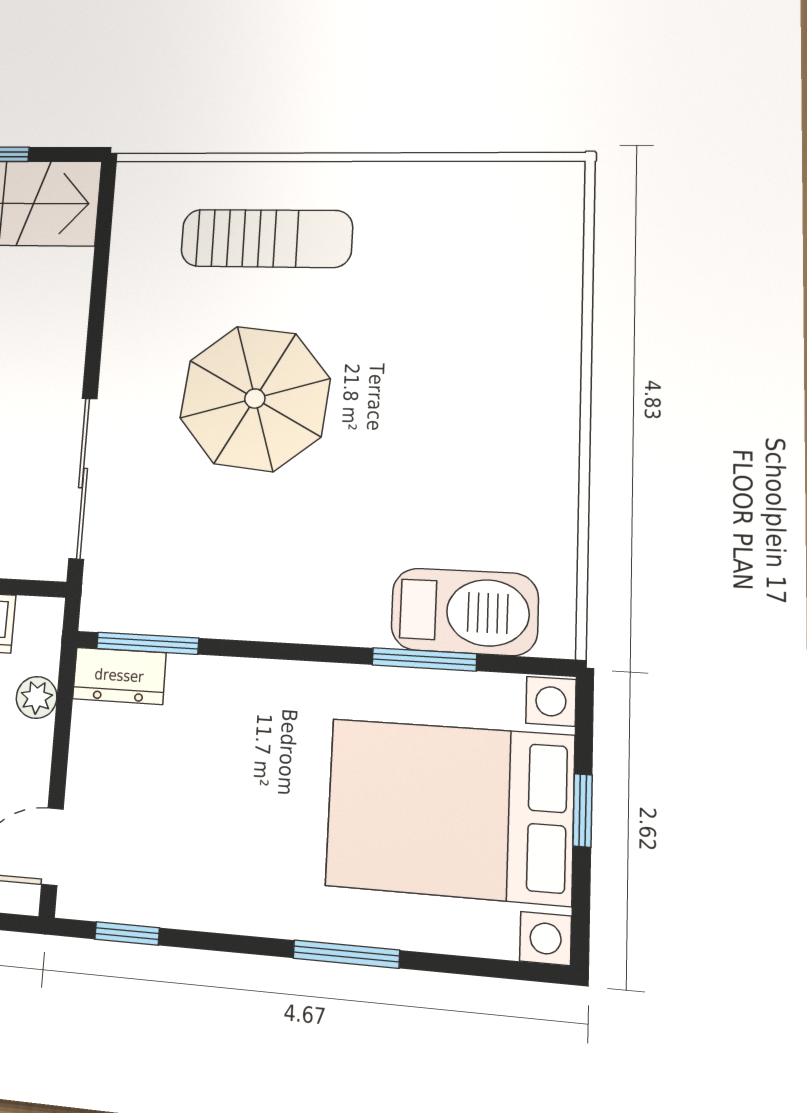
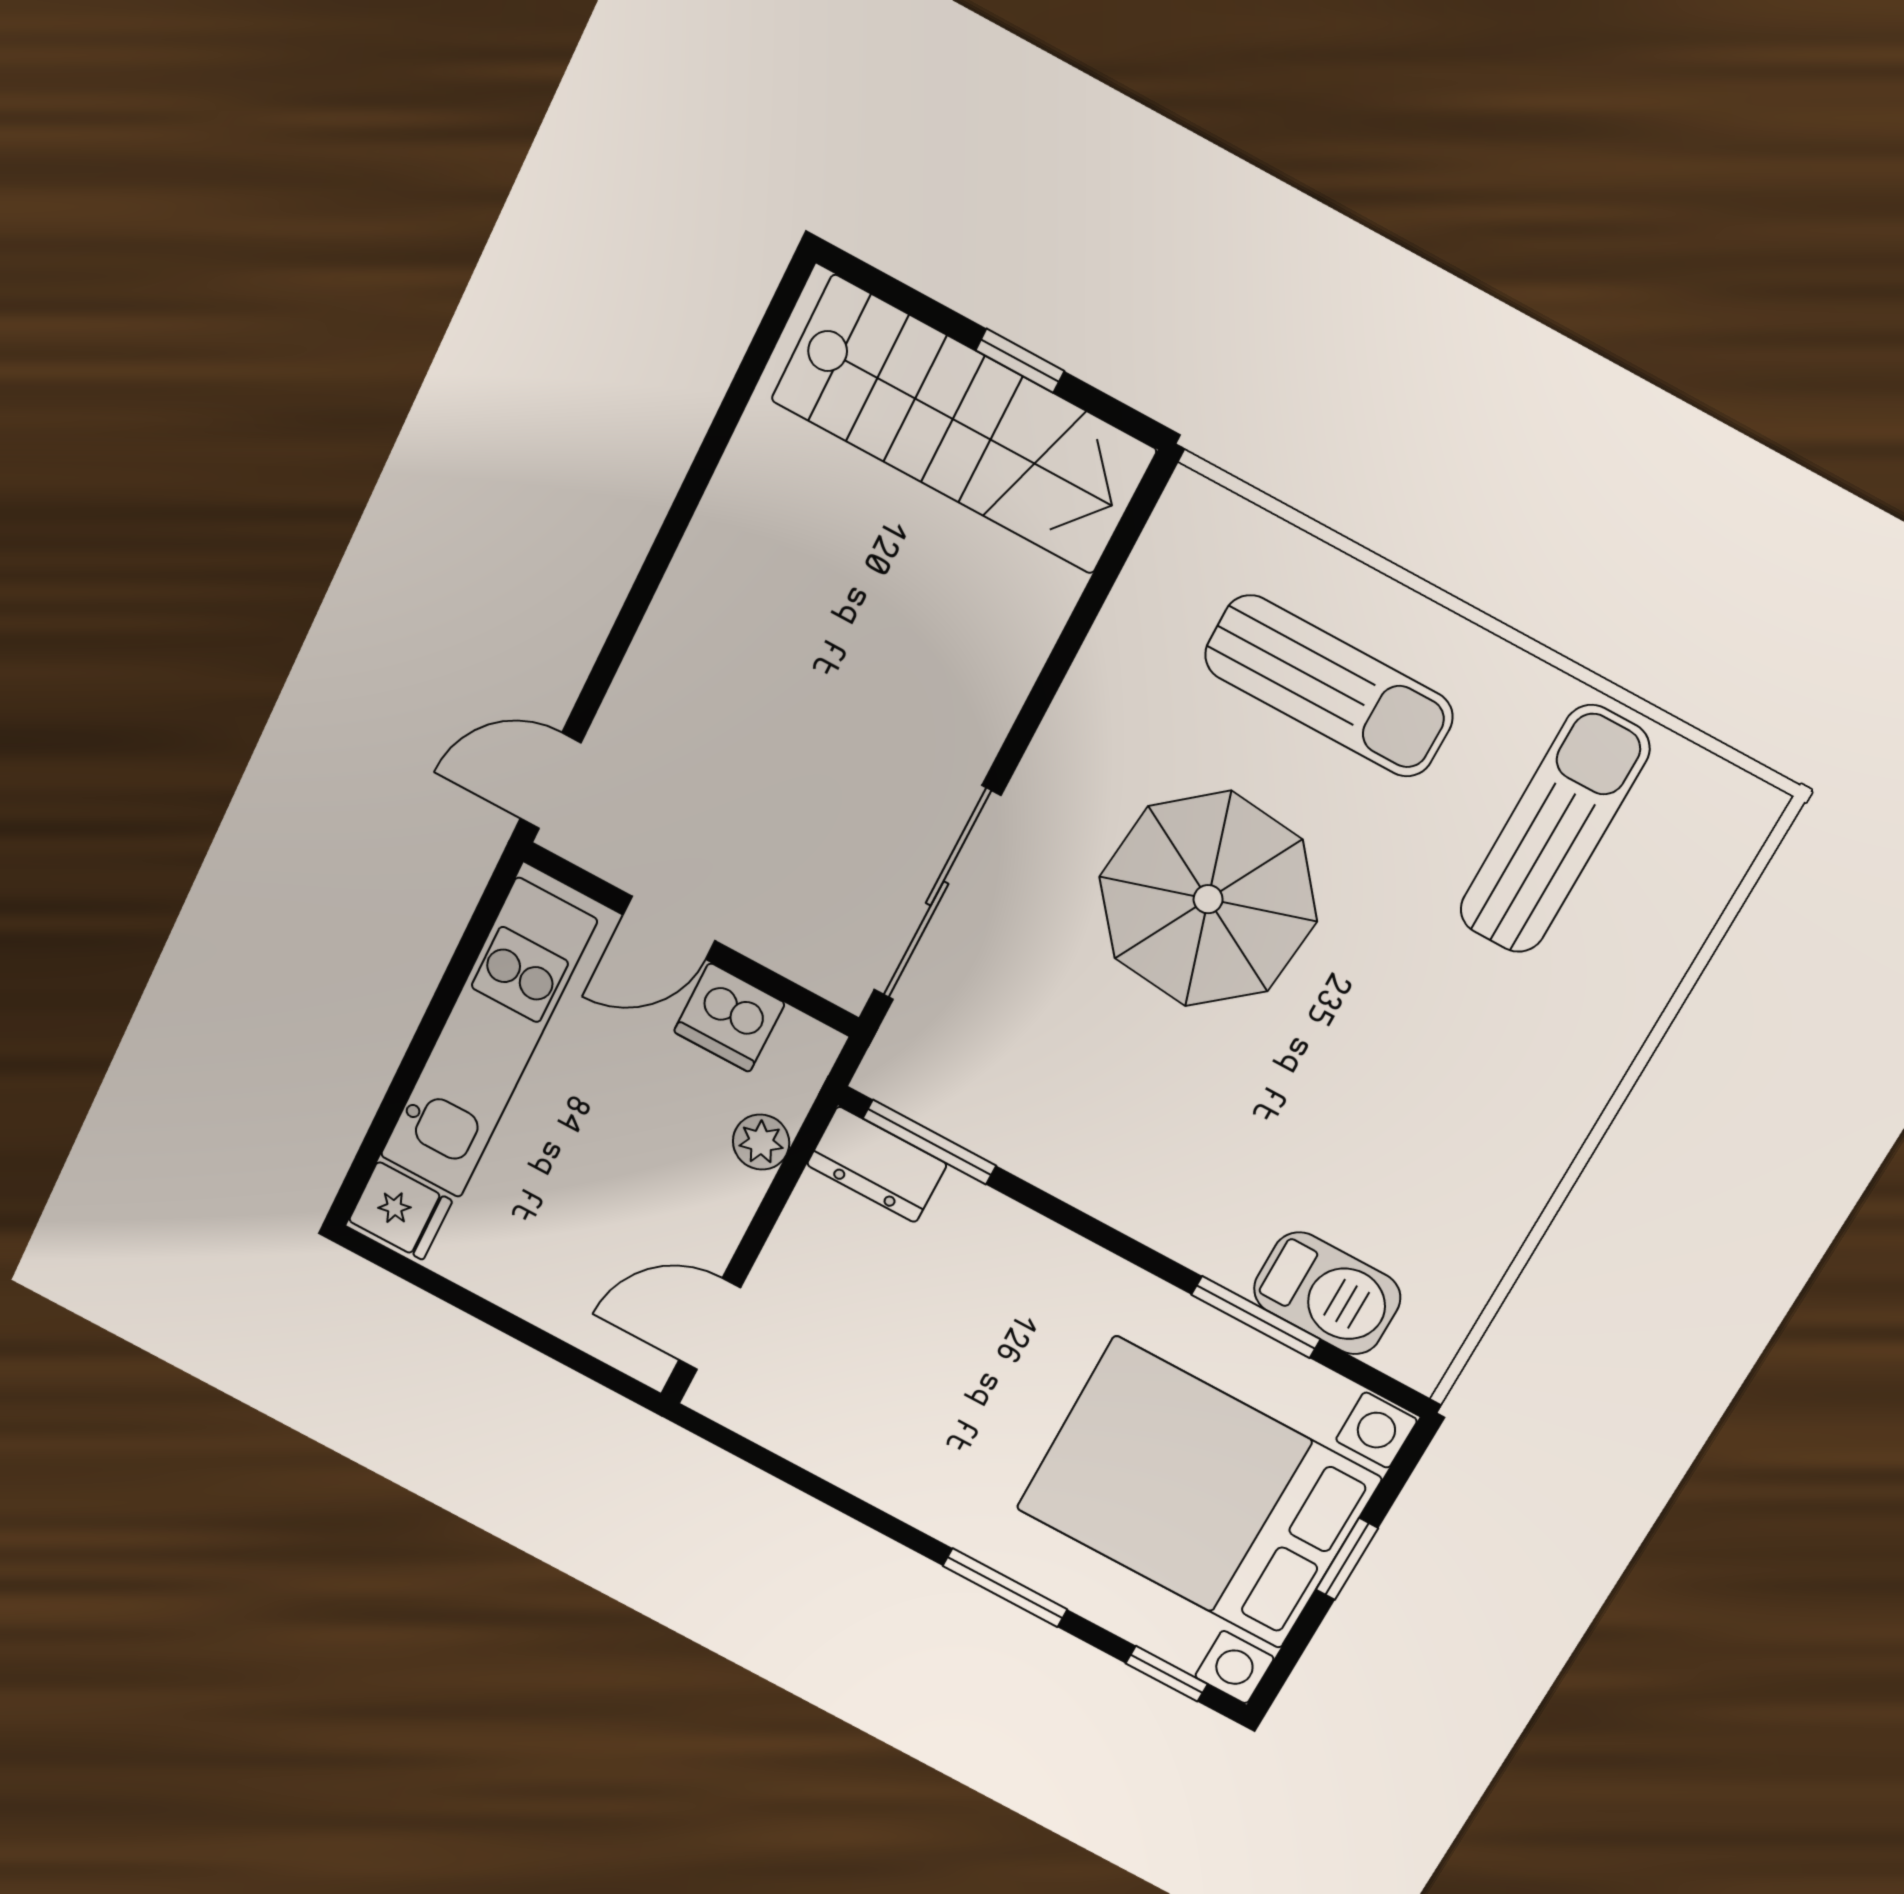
sun lounger: (449, 252) -> (1554, 829), added
barbecue: (464, 612) -> (1327, 1293), width x0.73, depth x0.83
window: (127, 933) -> (1167, 1674), moved

